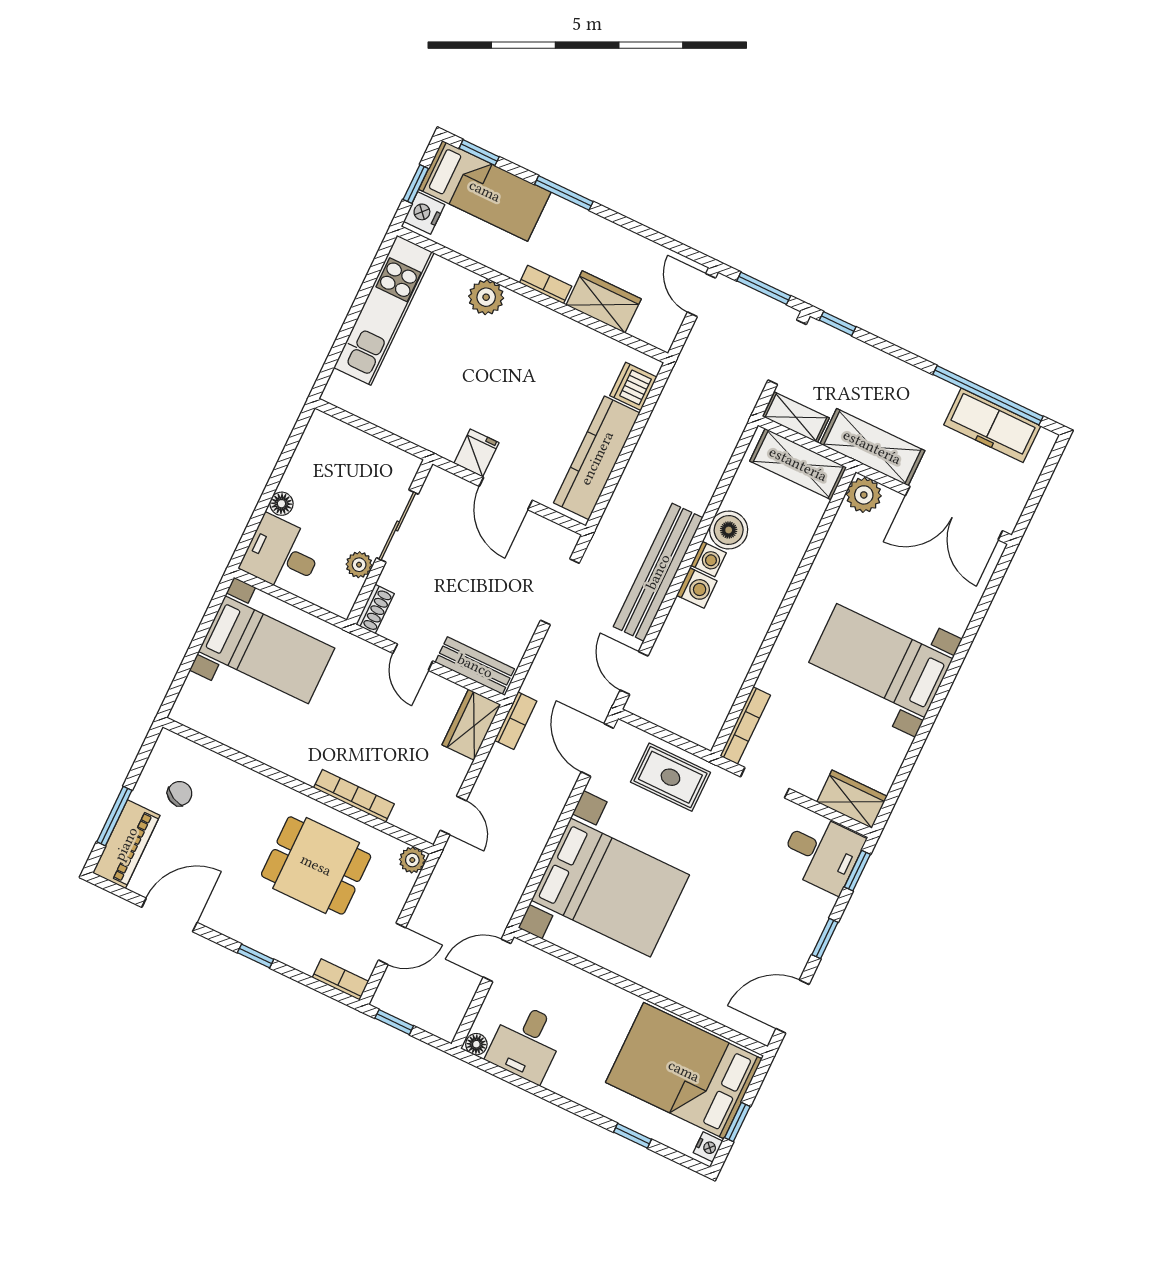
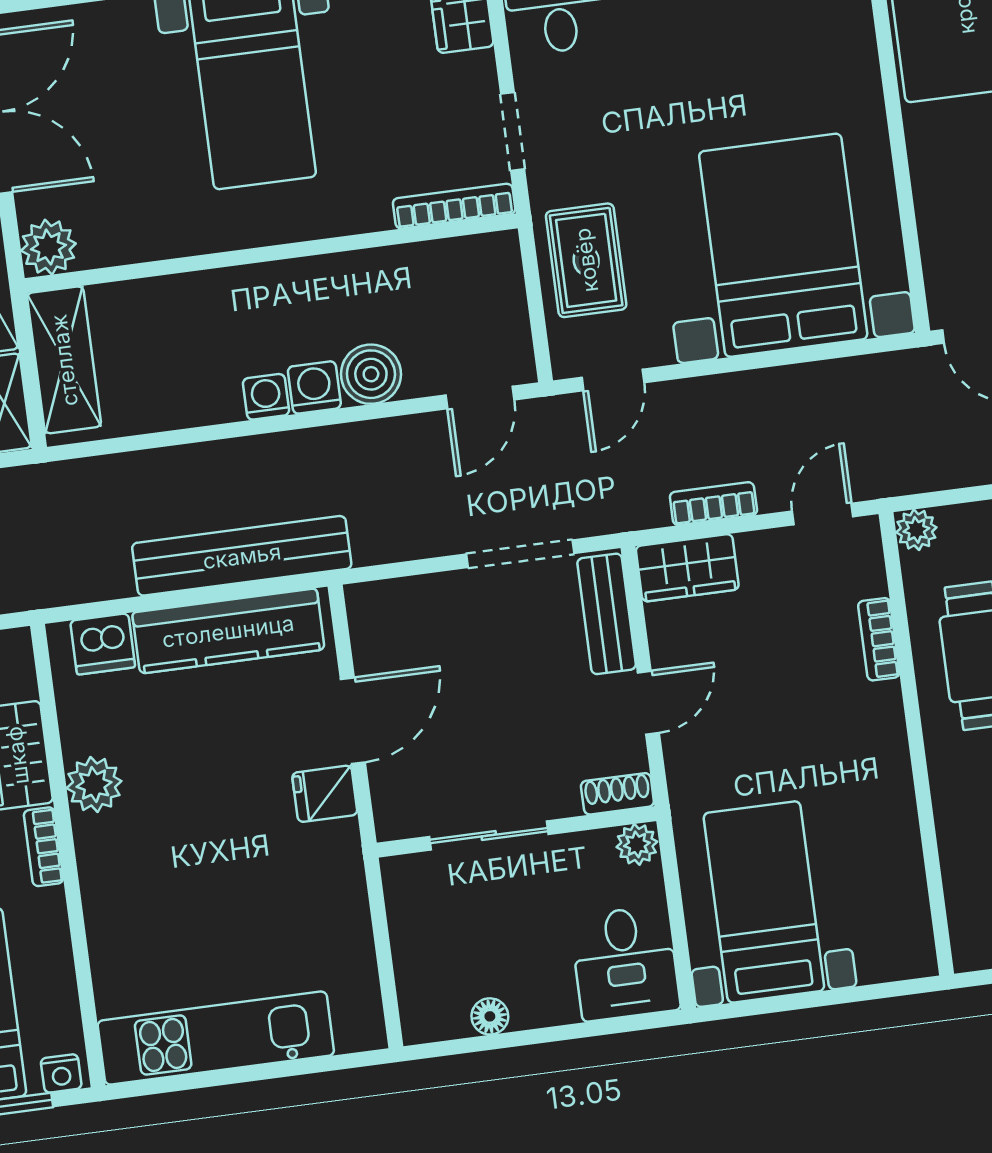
nightstand: (424, 213) -> (61, 1073), width x0.72, depth x0.74
plant: (486, 297) -> (94, 785), moved
floor lamp: (281, 504) -> (490, 1016), moved
boiler: (729, 530) -> (371, 374), moved
plant: (359, 565) -> (637, 844), moved
bench: (658, 572) -> (242, 556), moved
doorway: (560, 592) -> (520, 554), moved
bookcase: (516, 721) -> (713, 504), moved
door: (597, 750) -> (613, 380), width x0.73
bookcase: (354, 796) -> (879, 639), width x0.64

